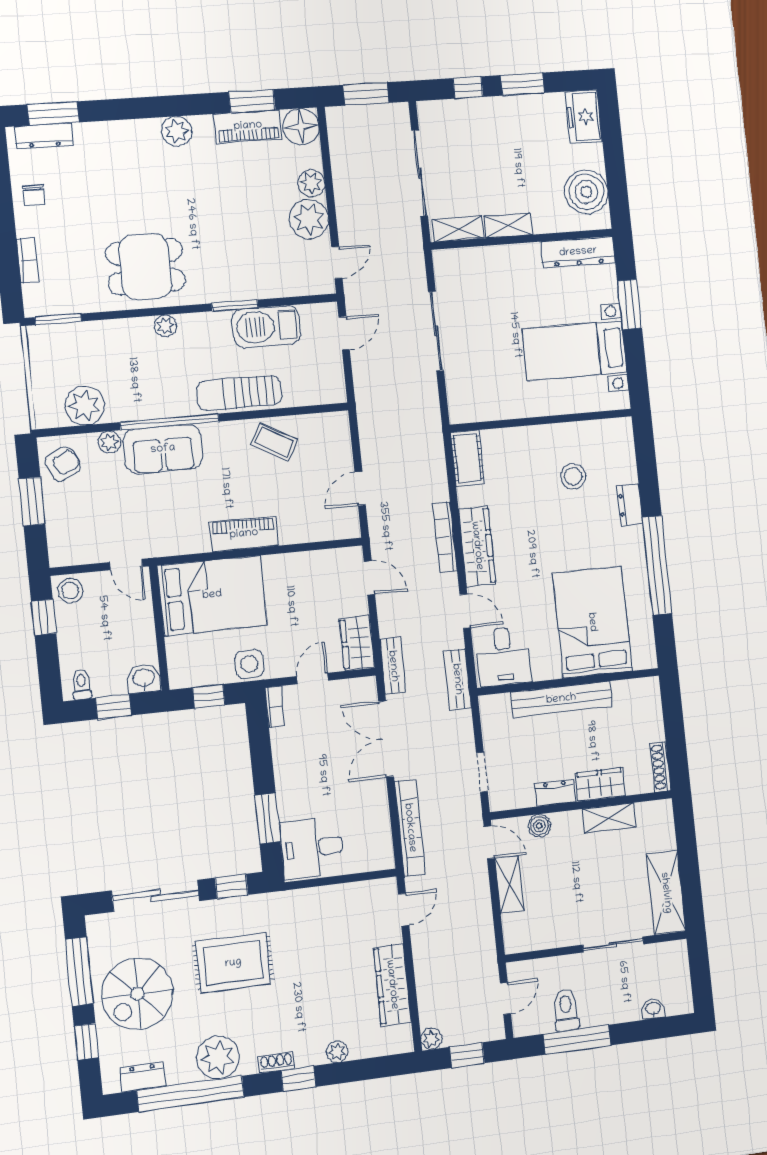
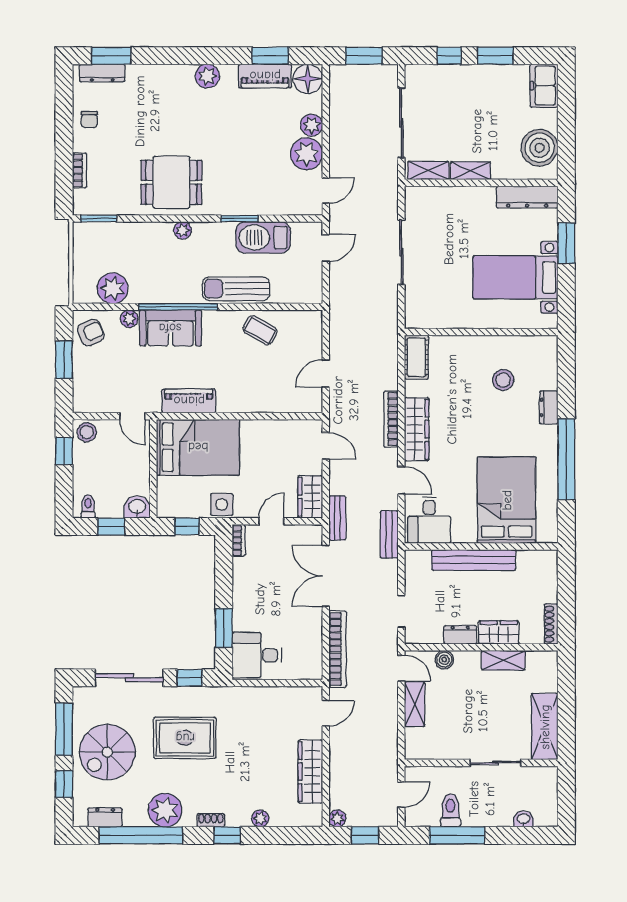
piano: (244, 534) -> (189, 401), moved

